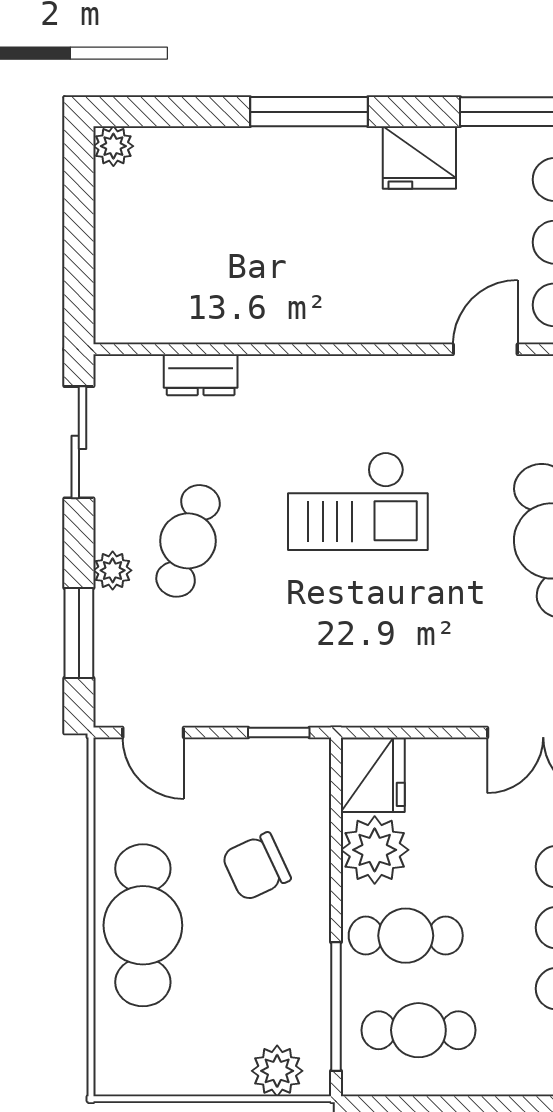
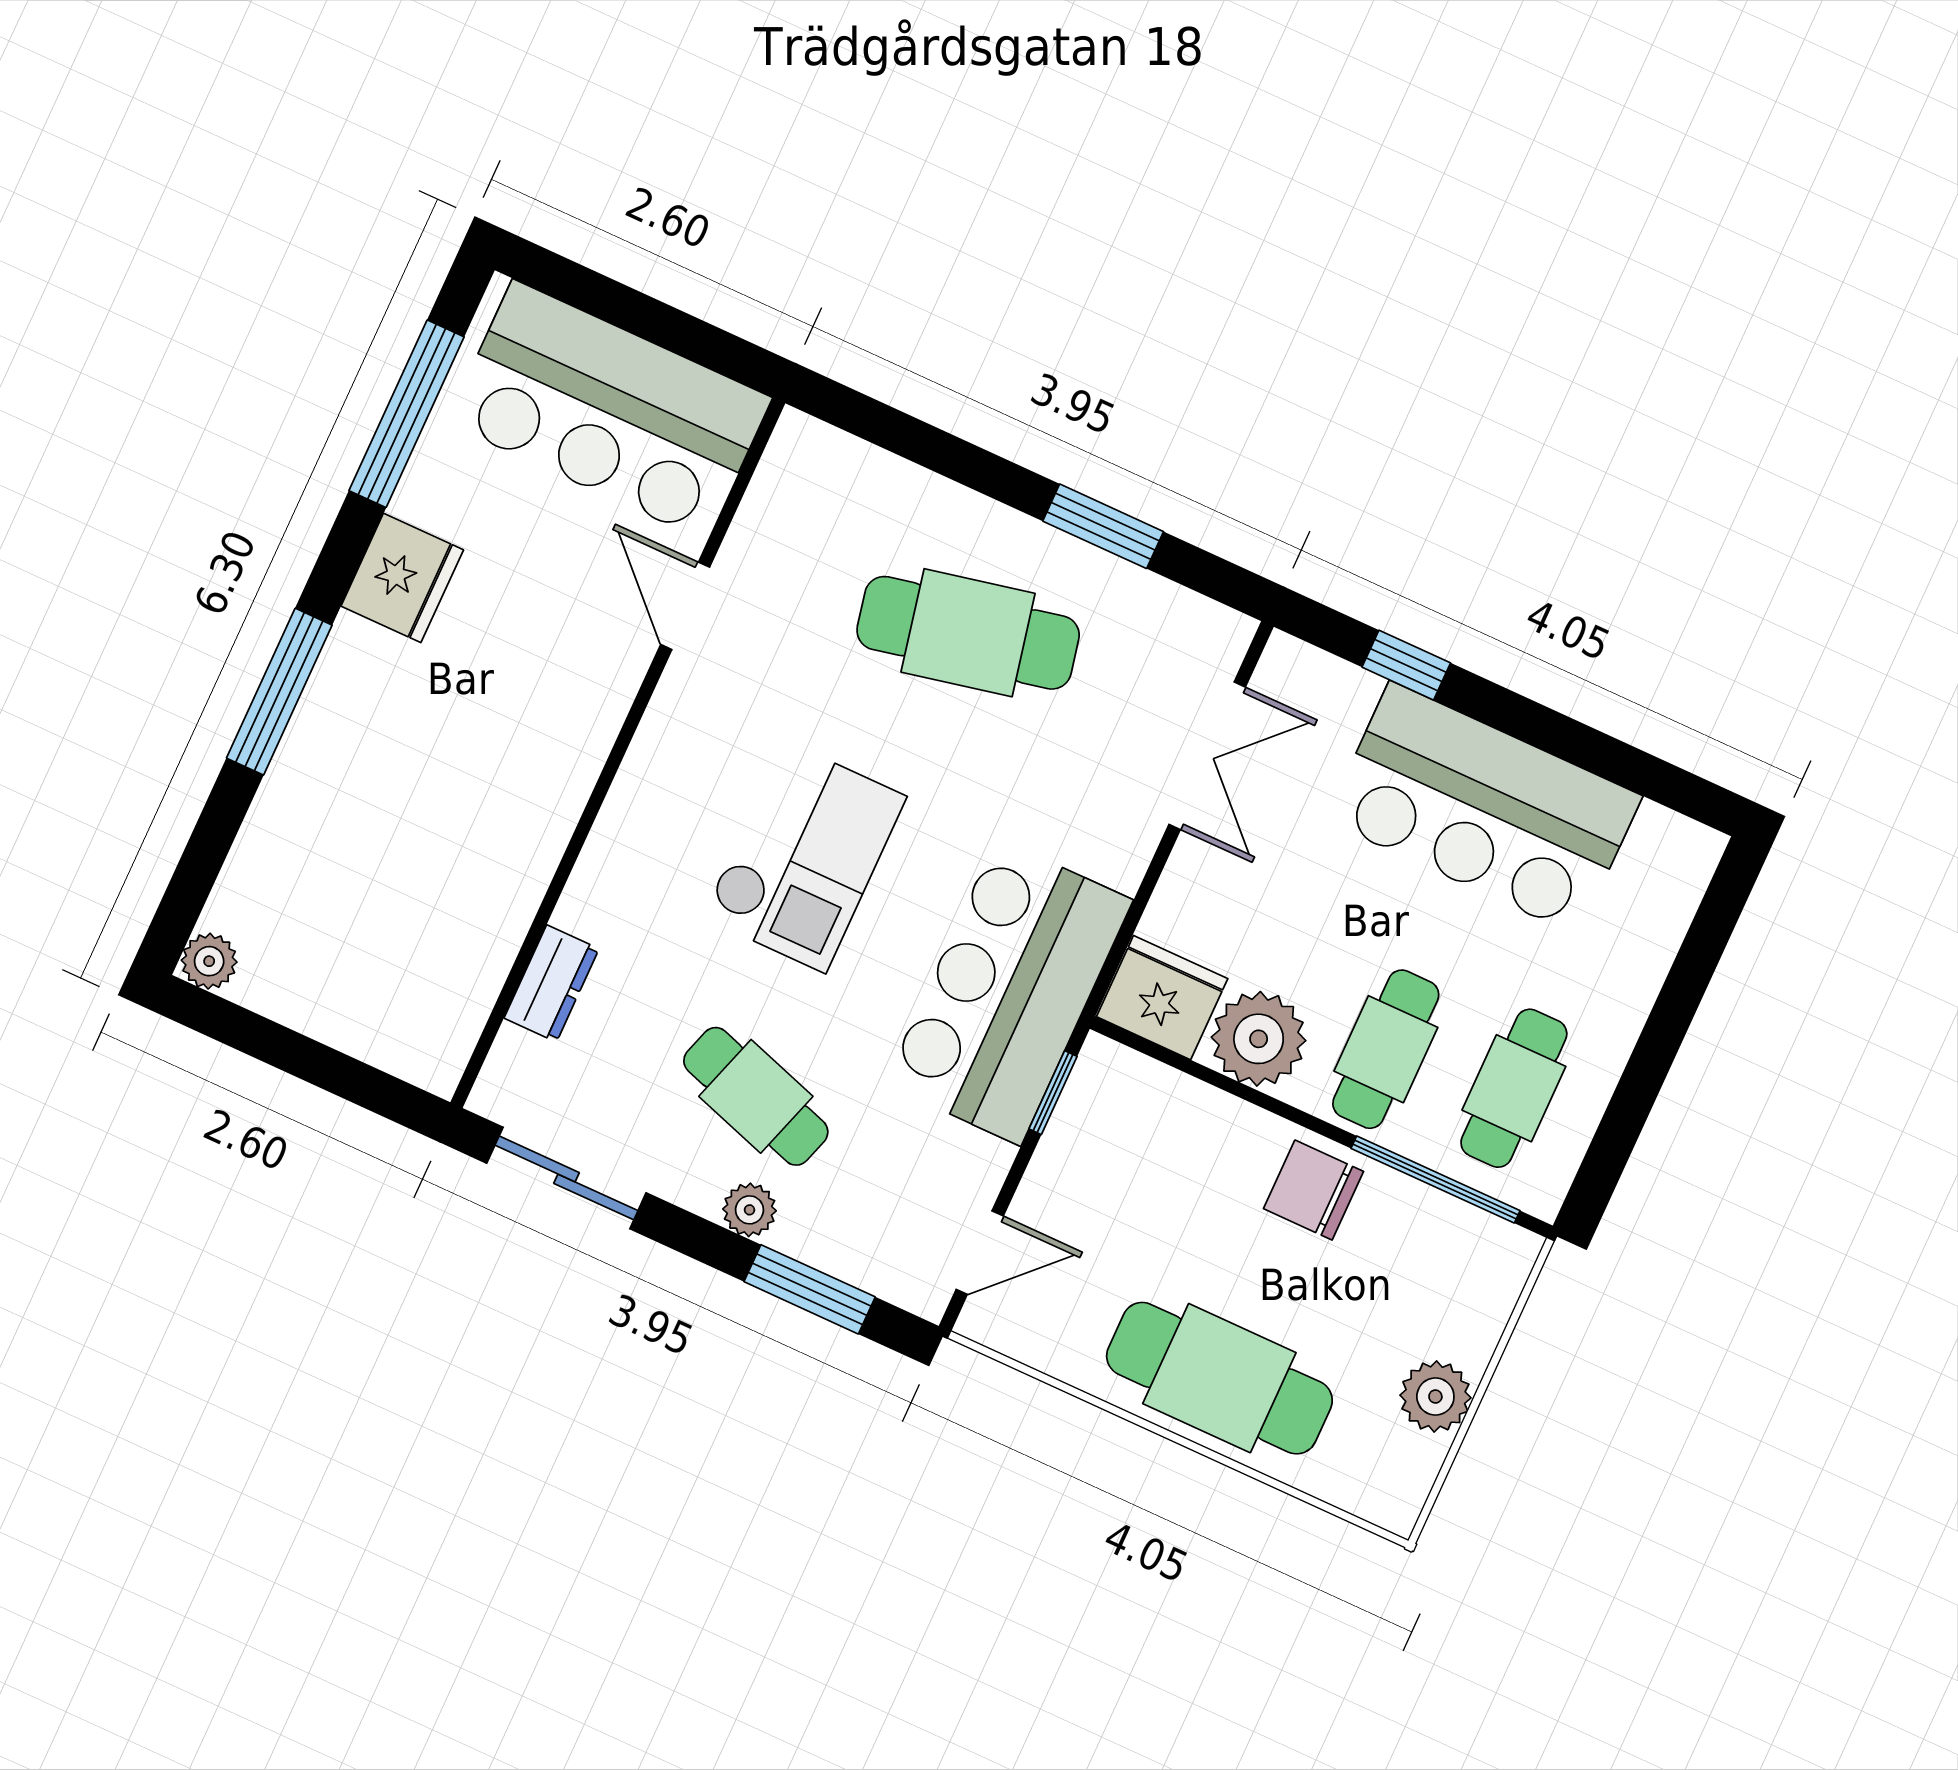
bar counter: (331, 674) -> (1009, 992), added
chair: (256, 867) -> (1314, 1190), moved, turned 115
plant: (277, 1071) -> (1435, 1397), moved

